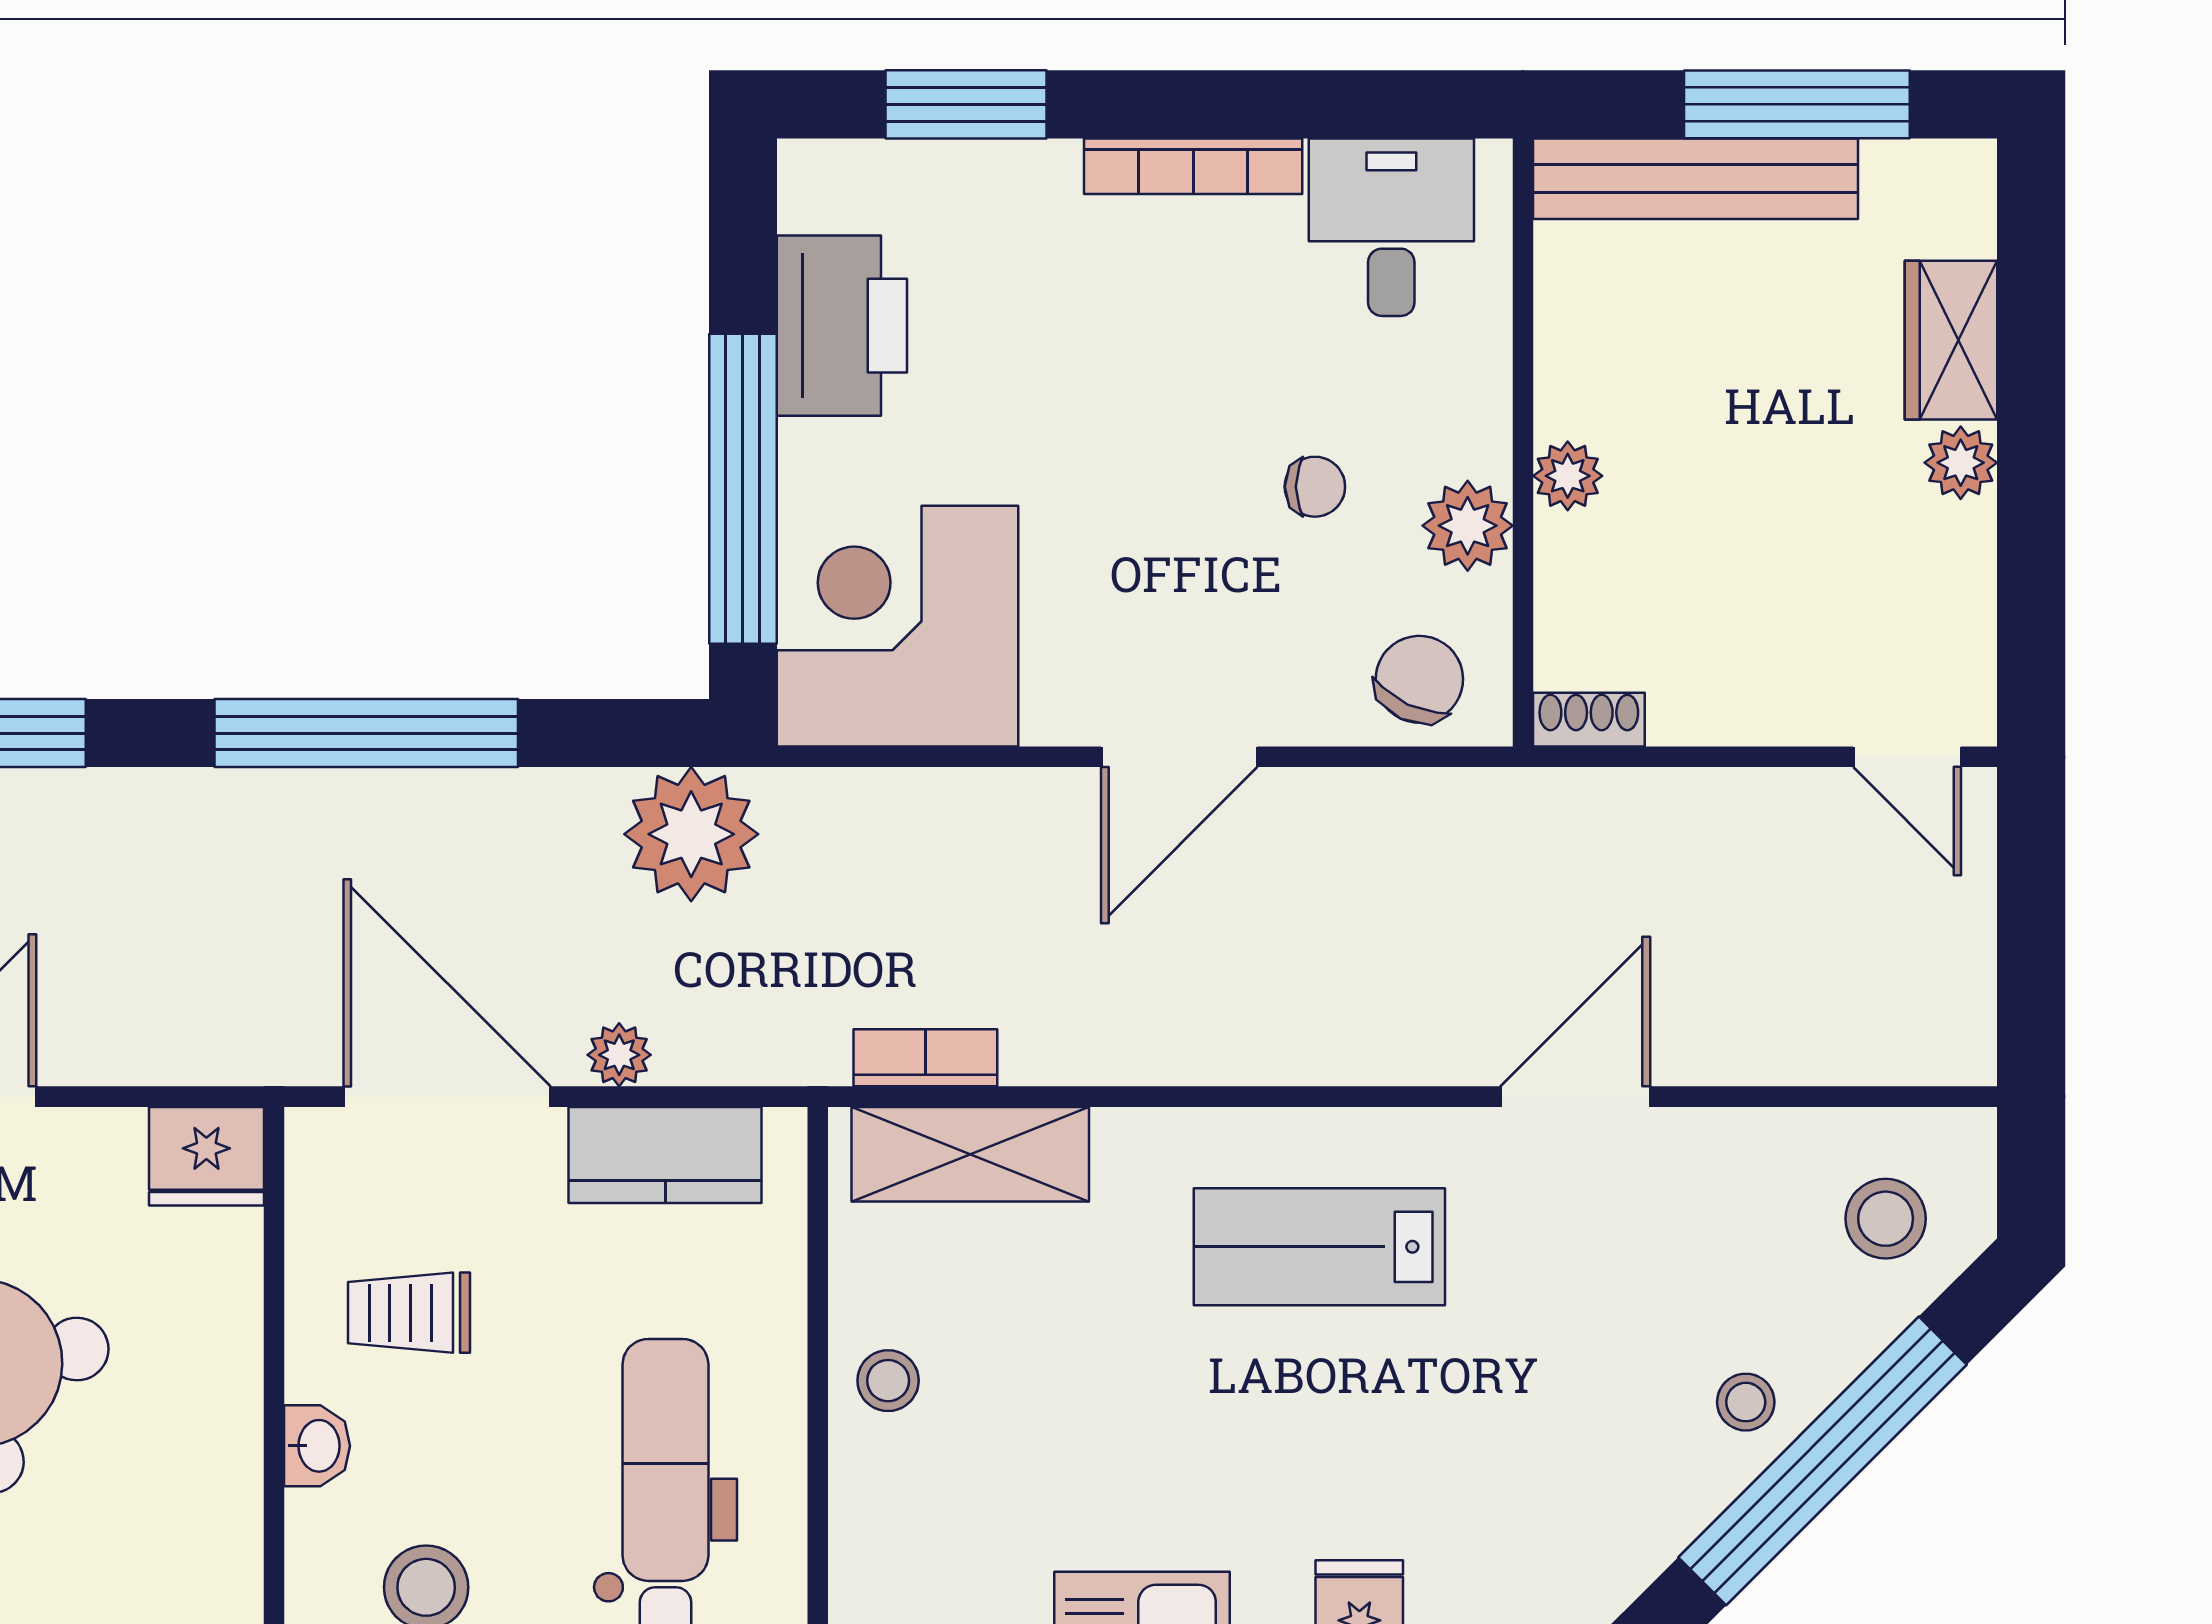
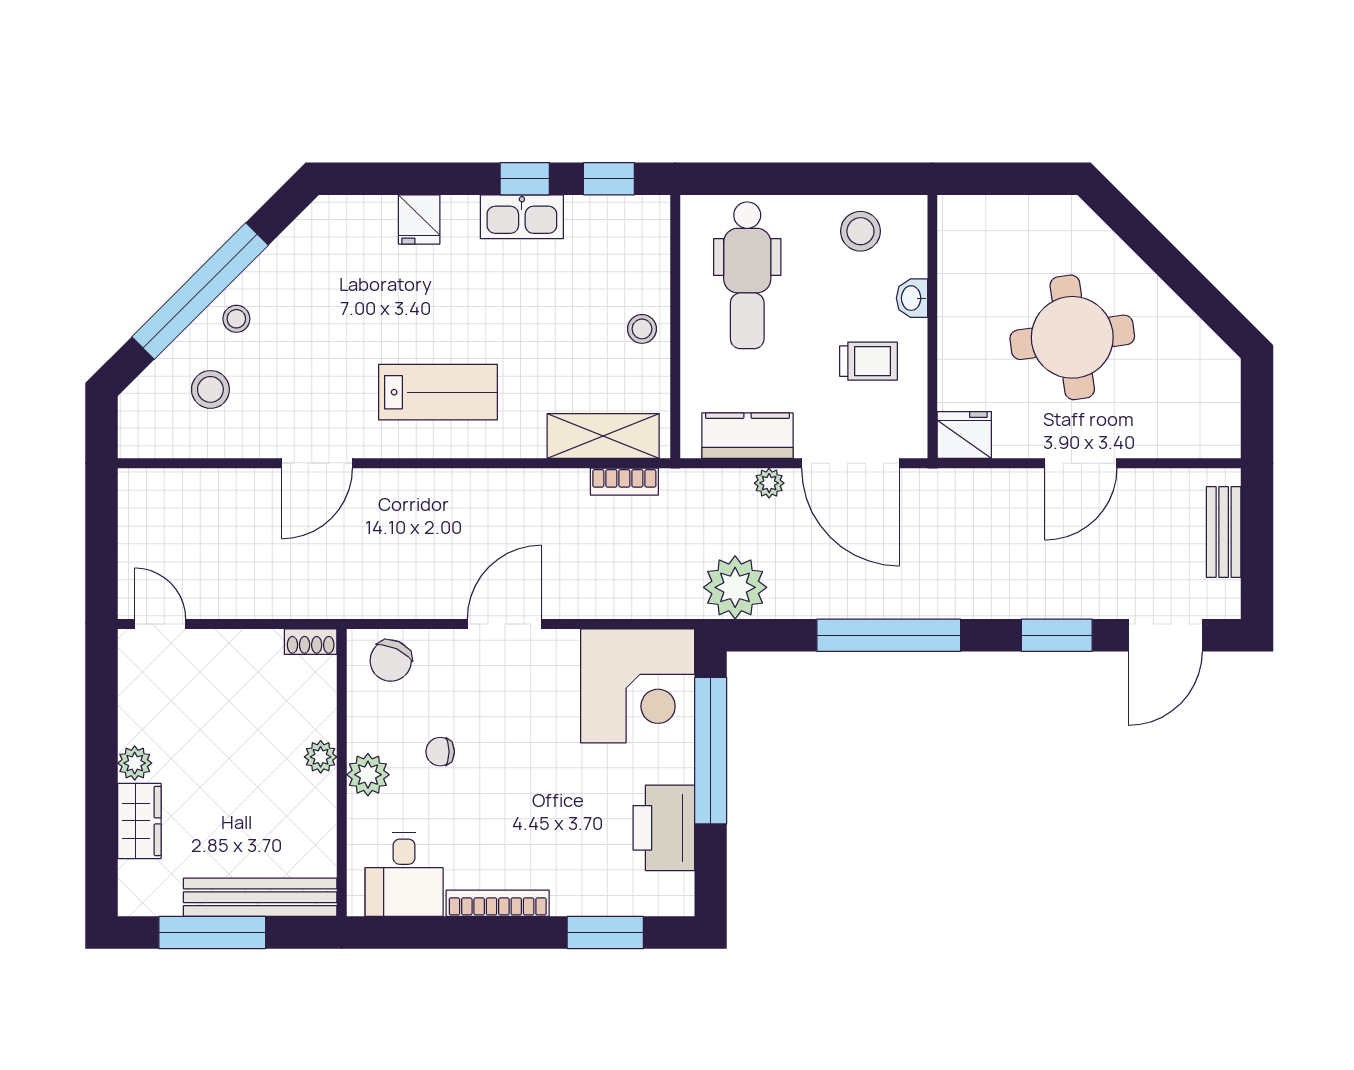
plant: (1468, 526) -> (368, 775), moved
stool: (1886, 1219) -> (210, 389), moved

